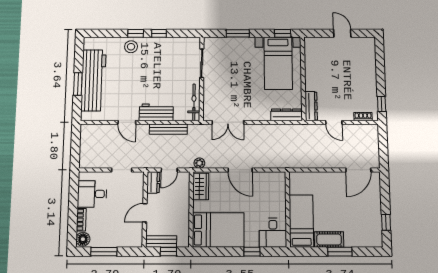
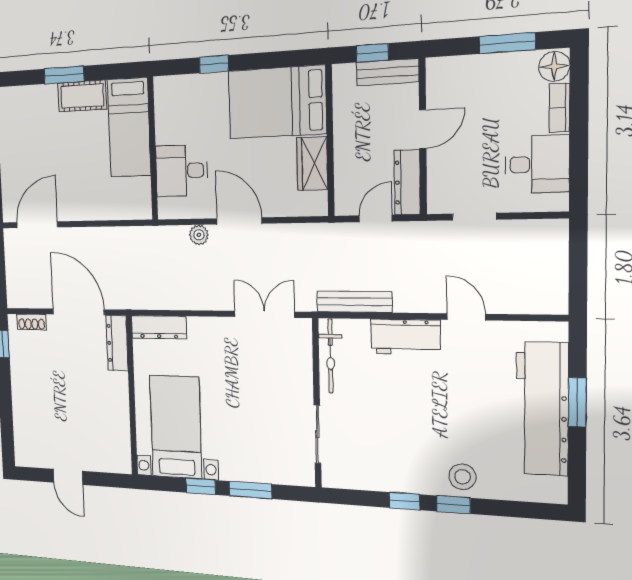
window: (283, 33) -> (201, 486), moved
door: (334, 122) -> (79, 312), width x1.87
bench: (168, 129) -> (354, 302), moved
plant: (199, 163) -> (199, 235), moved
dresser: (153, 182) -> (407, 182), width x1.44
wardrobe: (201, 186) -> (312, 164), moved
desk: (273, 233) -> (182, 171), moved, turned -90

